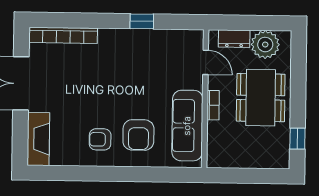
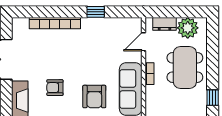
bookcase: (63, 35) -> (55, 23), moved
door: (206, 62) -> (144, 42), swing flipped
armchair: (100, 139) -> (55, 88), moved

